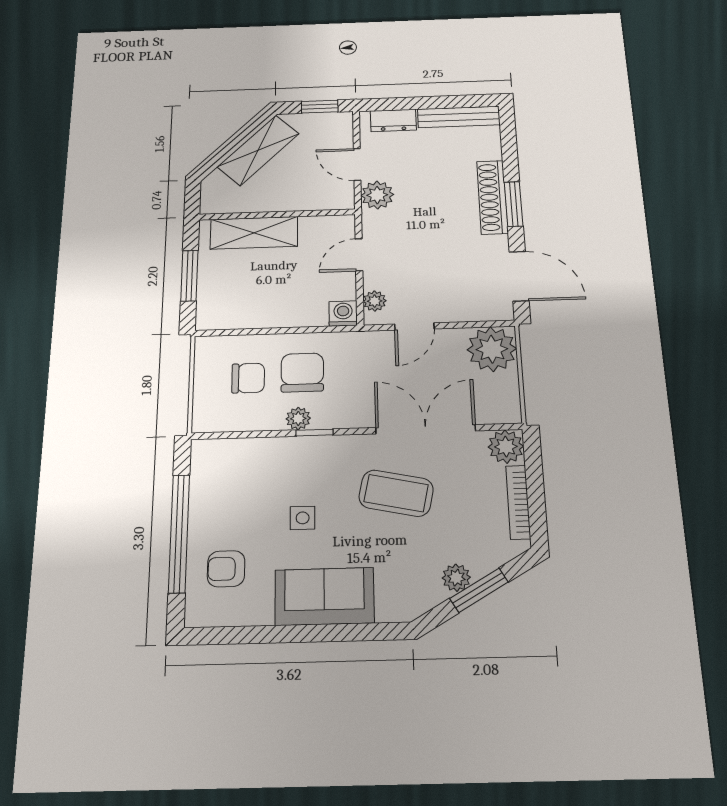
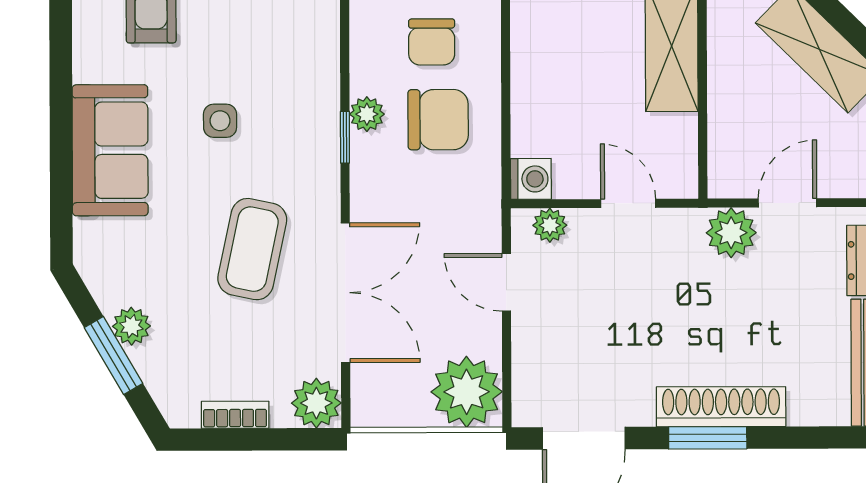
bookcase: (518, 502) -> (235, 415), width x0.64

